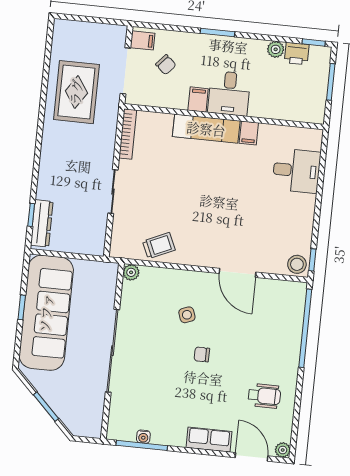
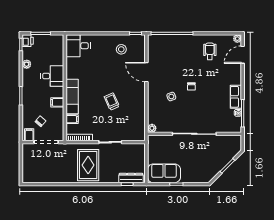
printer: (297, 54) -> (28, 41), moved
rug: (76, 92) -> (88, 165), moved, turned 90
desk: (229, 93) -> (52, 76), moved
filing cabinet: (249, 133) -> (72, 119), moved
desk: (296, 171) -> (78, 46), moved, turned -90
trolley: (159, 246) -> (112, 102), moved
stool: (297, 264) -> (121, 49), moved
door: (238, 273) -> (146, 72), swing flipped
sofa: (46, 313) -> (164, 173), width x0.54, depth x0.79
row of seats: (209, 439) -> (236, 97), moved

